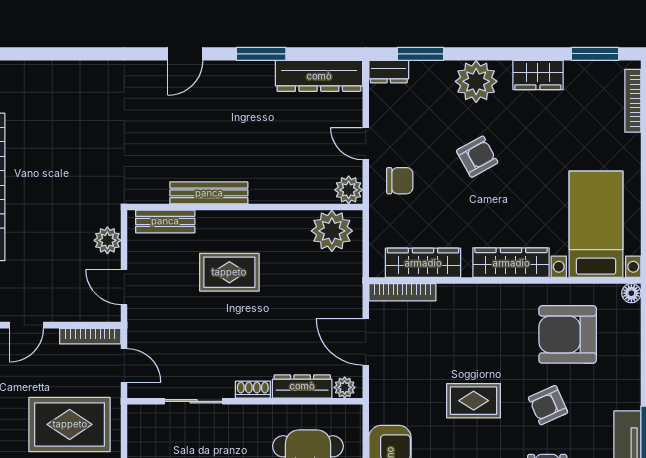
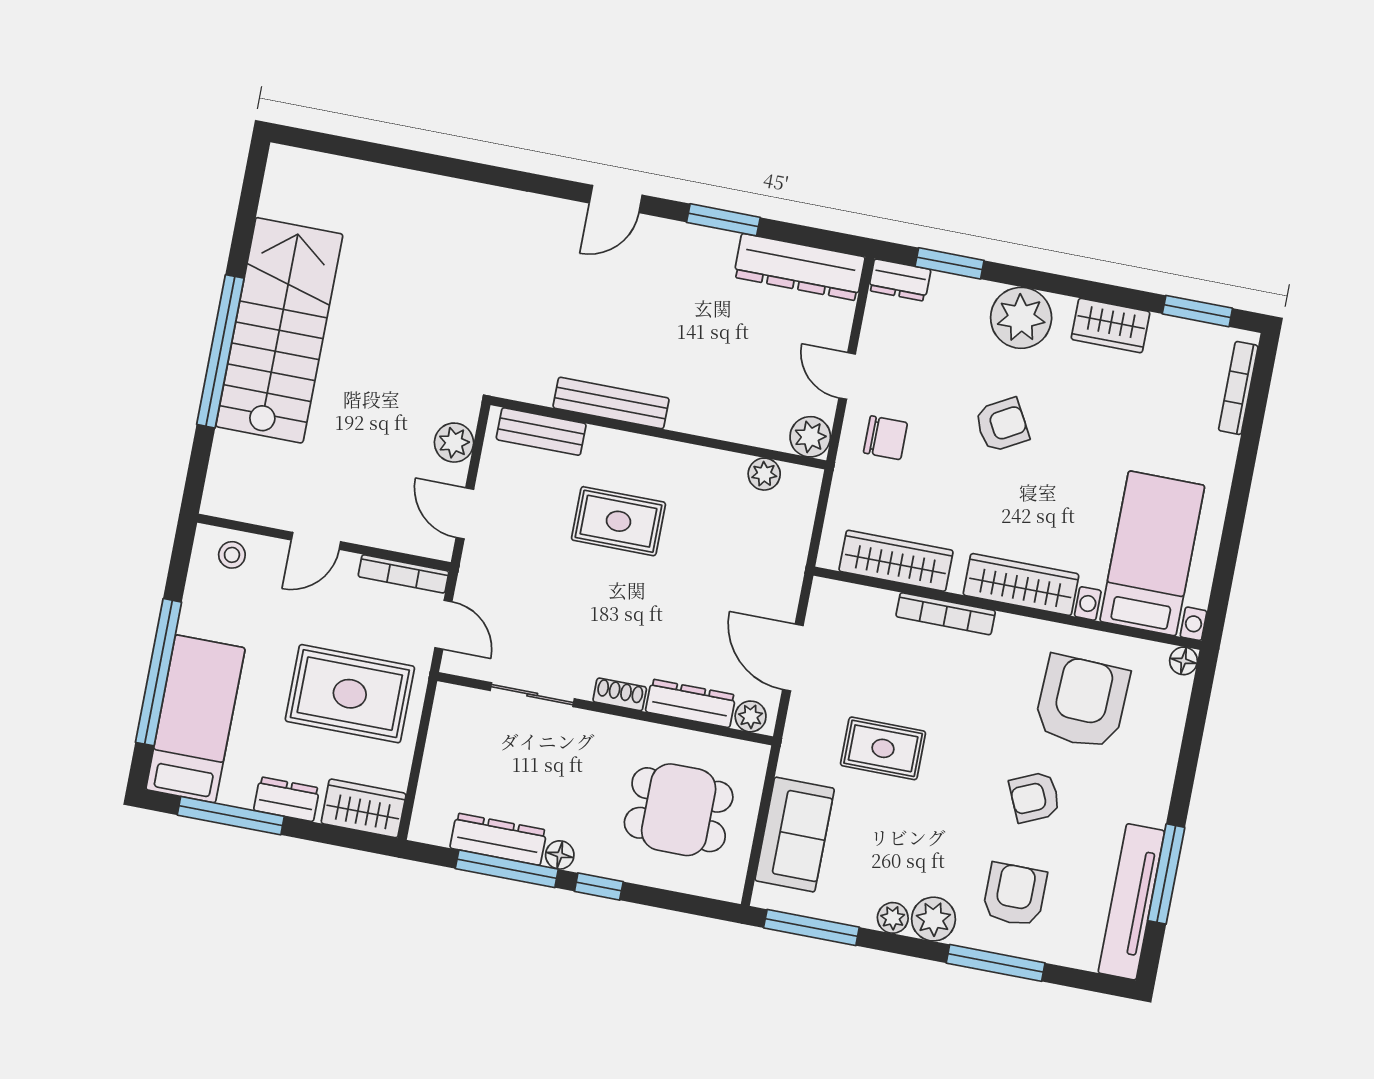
plant: (332, 231) -> (764, 474), width x0.53, depth x0.53
bookcase: (402, 292) -> (946, 614), moved
armchair: (568, 334) -> (1082, 702), turned 92
rug: (474, 401) -> (883, 748), moved

